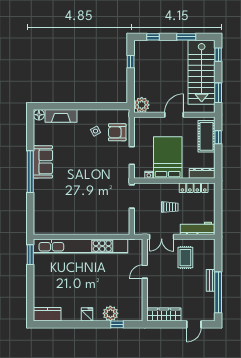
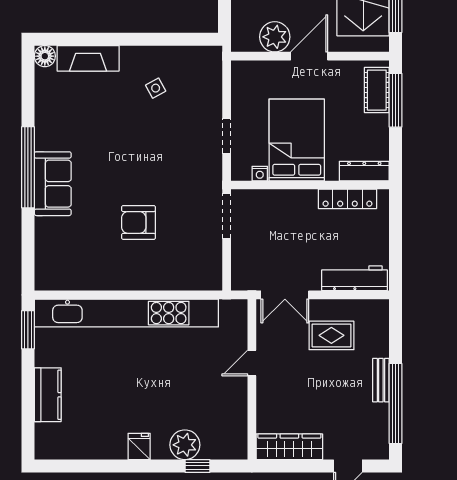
plant: (142, 105) -> (275, 37), moved
armchair: (117, 132) -> (138, 222), moved
cot: (206, 136) -> (377, 90), width x0.73, depth x0.75
window: (218, 137) -> (396, 100), width x2.17
sofa: (43, 162) -> (53, 184), moved
trolley: (170, 207) -> (301, 237), removed
rug: (185, 258) -> (331, 335), turned 90
kitchen counter: (47, 314) -> (48, 395), moved, turned 90

